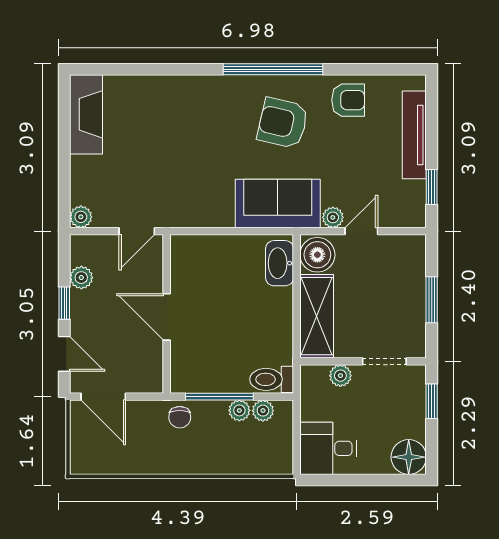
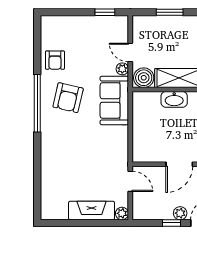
armchair: (348, 100) -> (55, 60), turned 180
fireplace: (86, 114) -> (92, 210), moved
tv unit: (414, 135) -> (75, 22), removed
washbasin: (280, 263) -> (174, 99), moved
plant: (81, 278) -> (180, 213), moved

